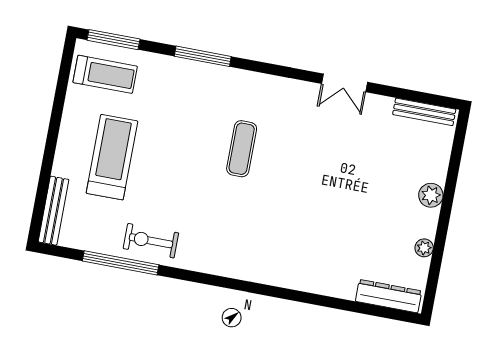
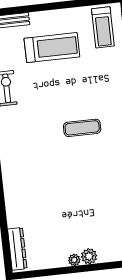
plant: (424, 248) -> (74, 260), moved

